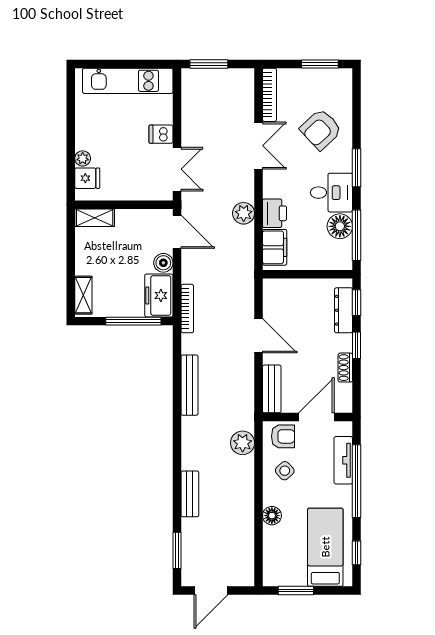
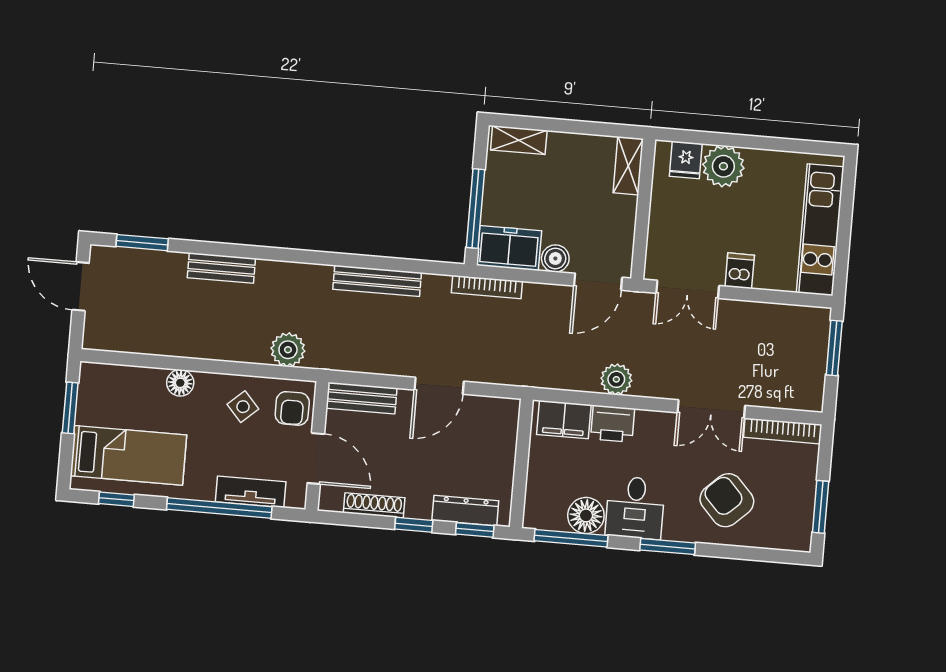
plant: (83, 158) -> (723, 166), width x1.88, depth x1.88
shoe rack: (345, 368) -> (374, 505), width x1.43

